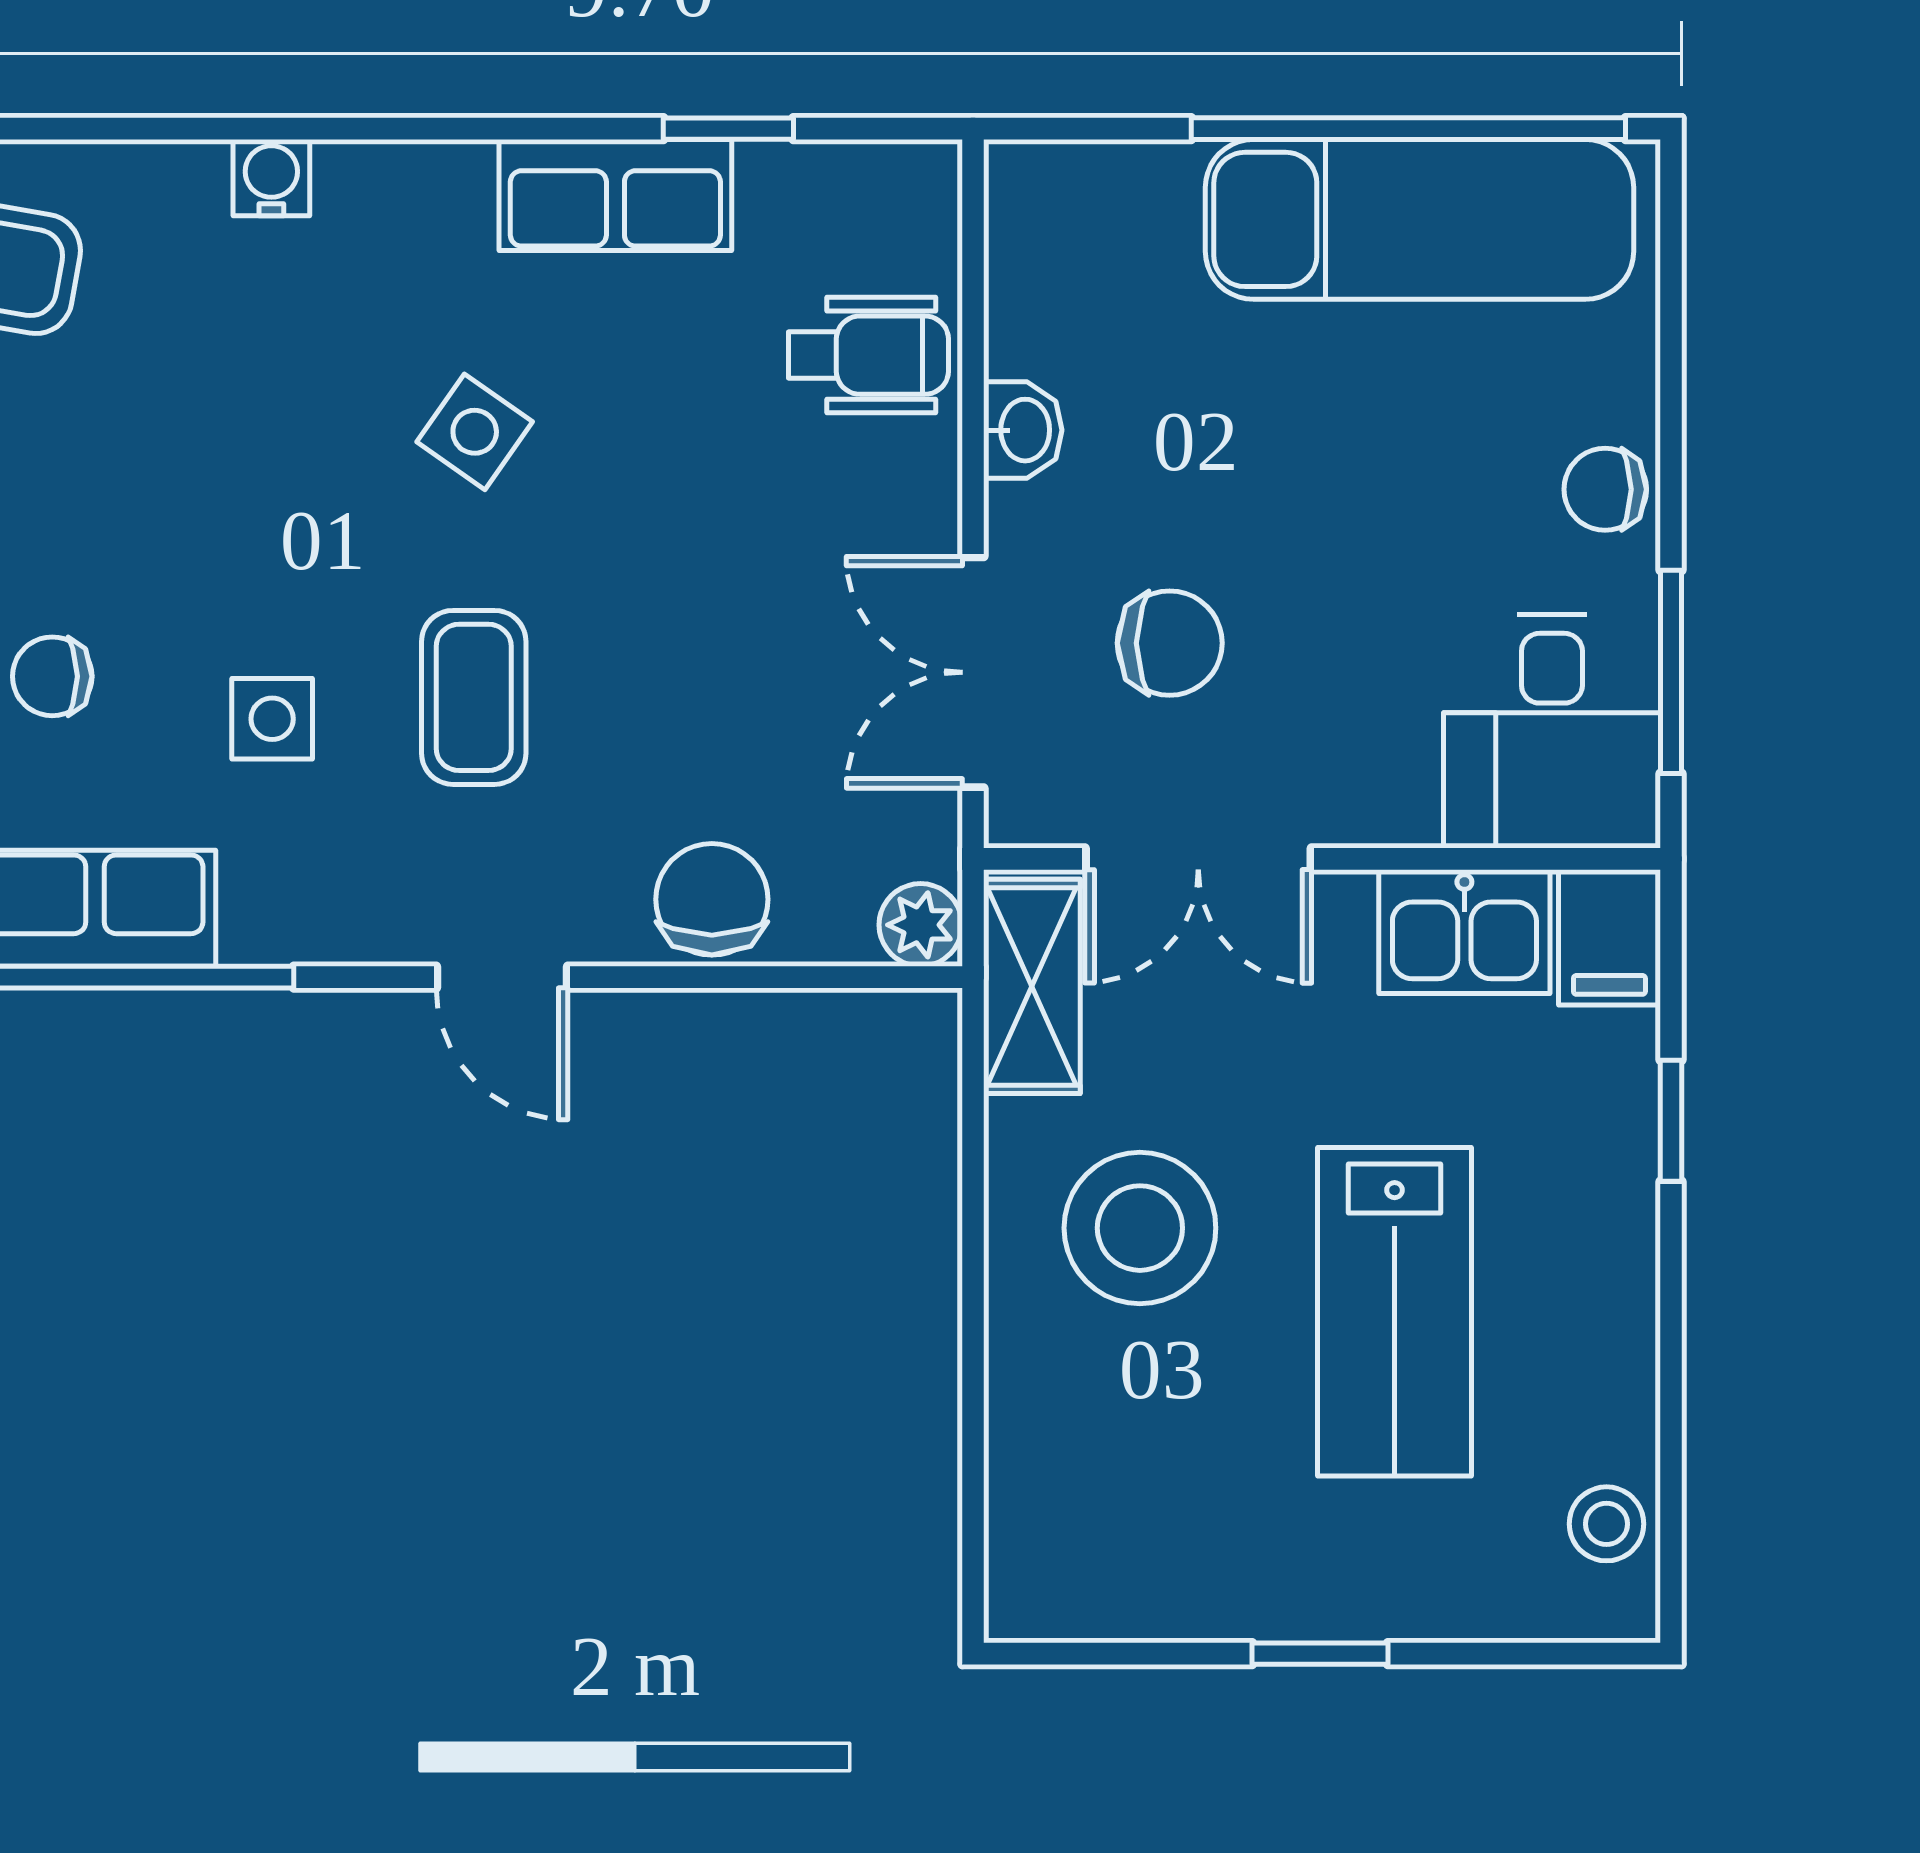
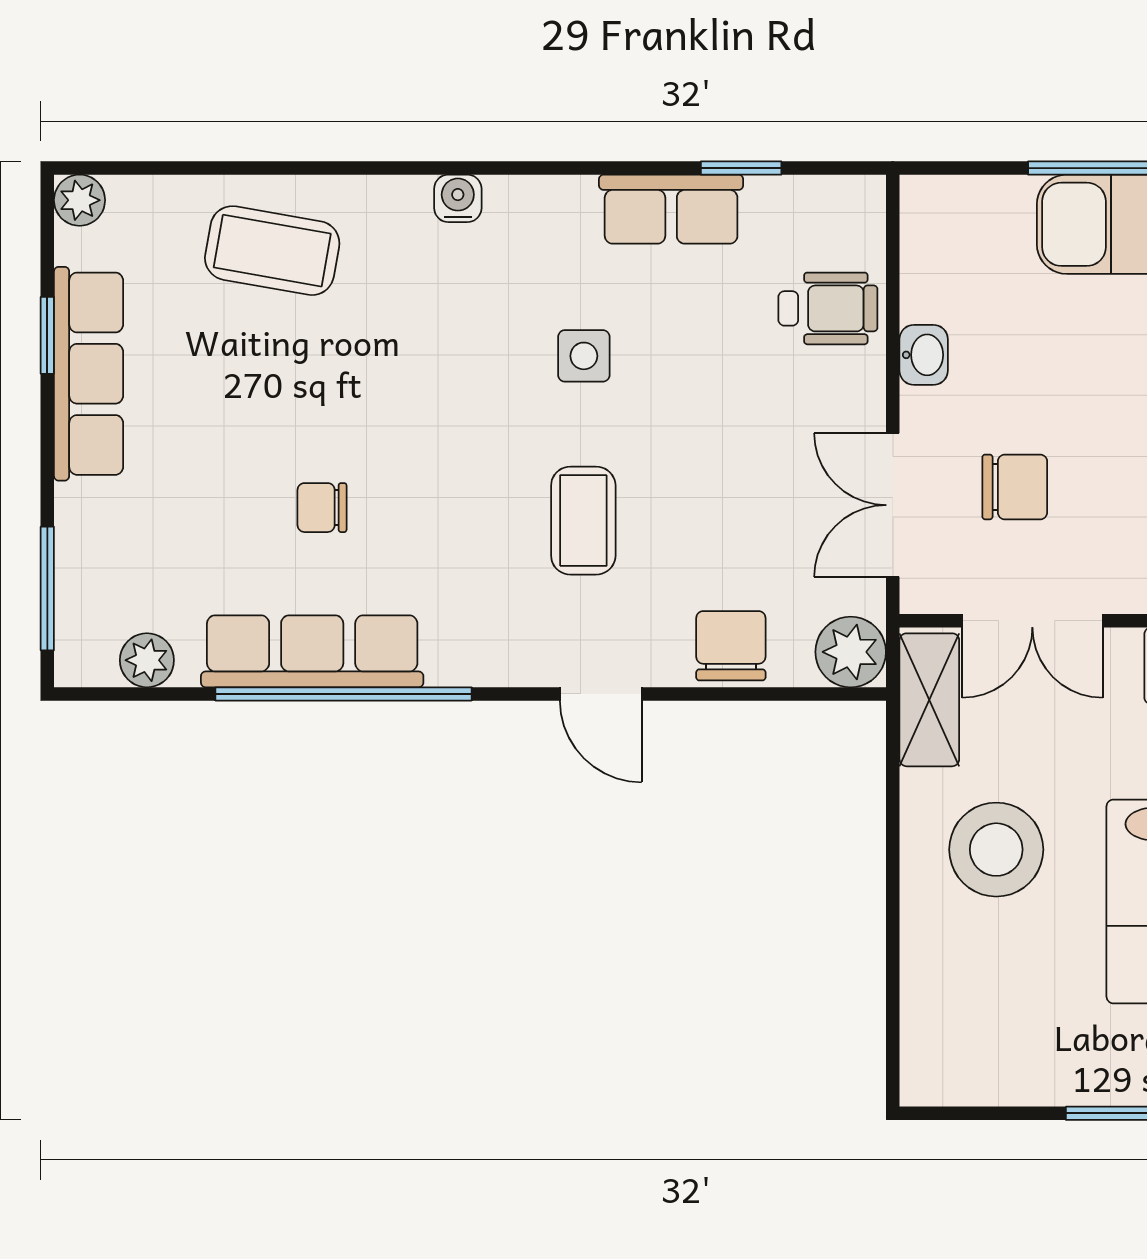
side table: (475, 432) -> (584, 356), turned -35
side table: (272, 719) -> (458, 534), removed
plant: (921, 925) -> (851, 652), width x1.38, depth x1.38

